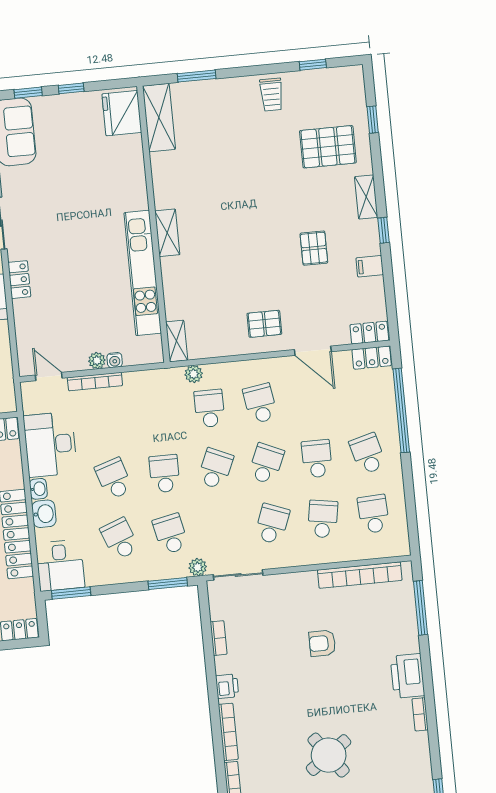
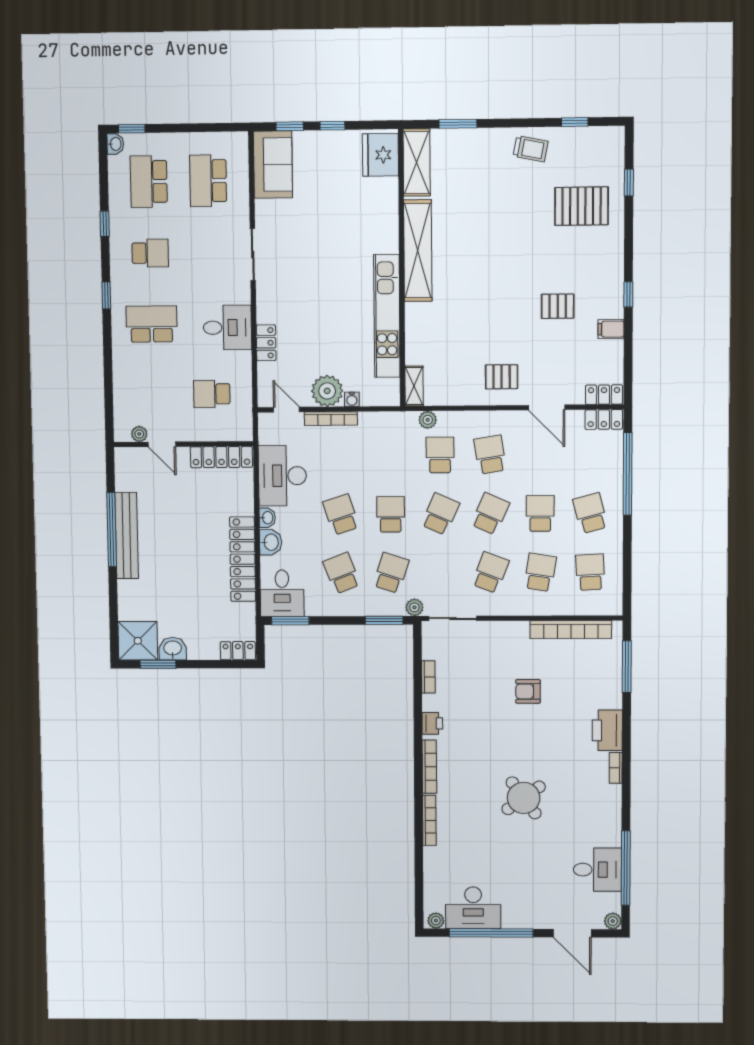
trolley: (271, 95) -> (531, 149), turned -79
shelving: (366, 197) -> (615, 260), removed
shelving: (167, 233) -> (418, 251), width x2.20, depth x1.33
pallet: (314, 248) -> (558, 306), turned 90
locker: (19, 280) -> (266, 343), moved
plant: (97, 361) -> (327, 391), width x1.88, depth x1.88
school desk: (170, 534) -> (391, 573), turned 30

